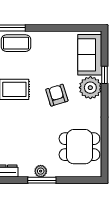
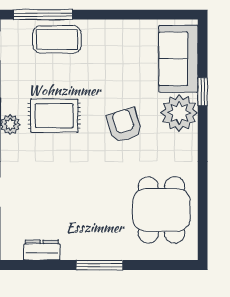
dining table: (79, 147) -> (161, 210), turned 90
plant: (41, 171) -> (98, 250), removed

